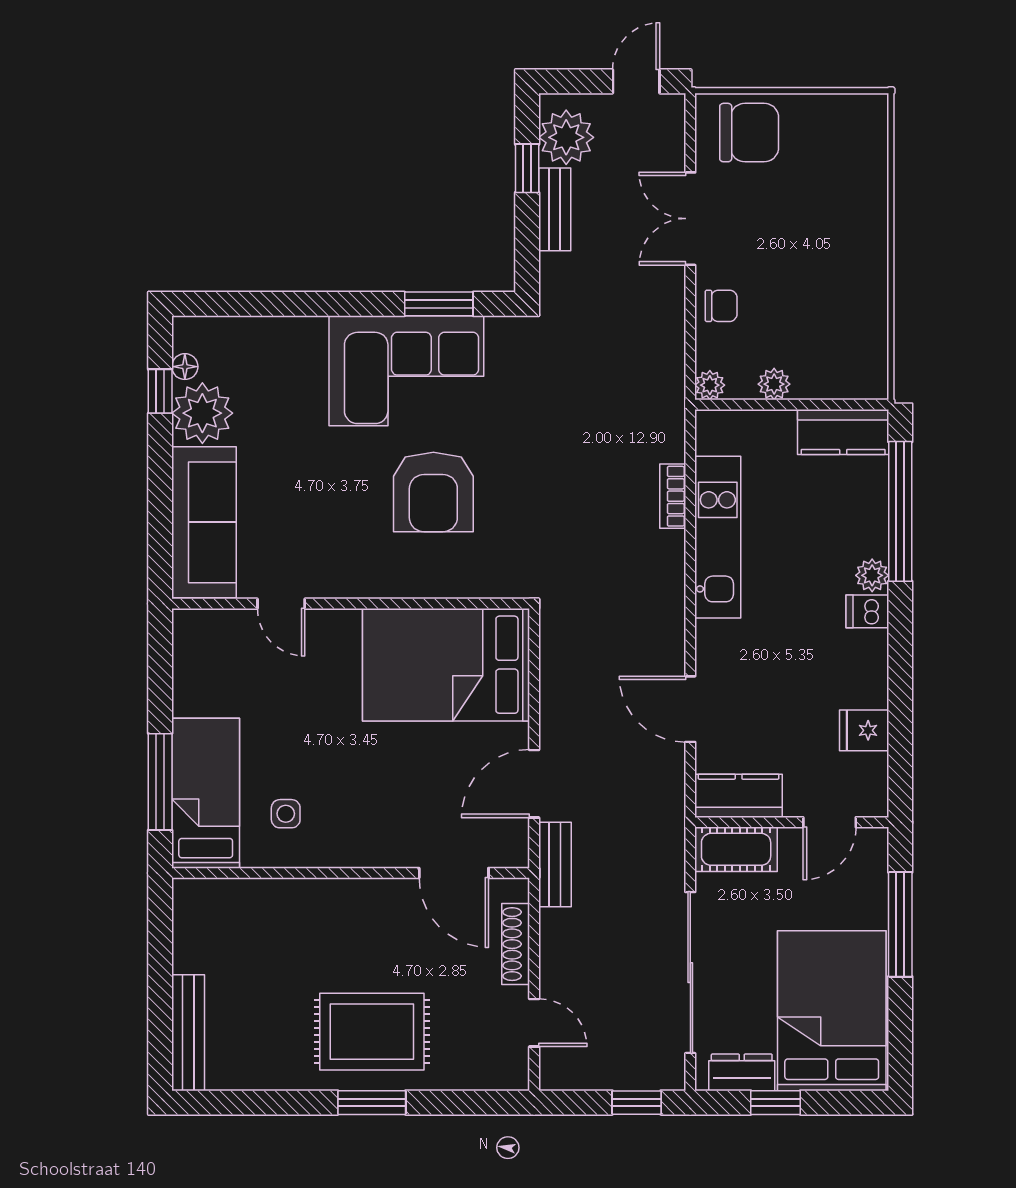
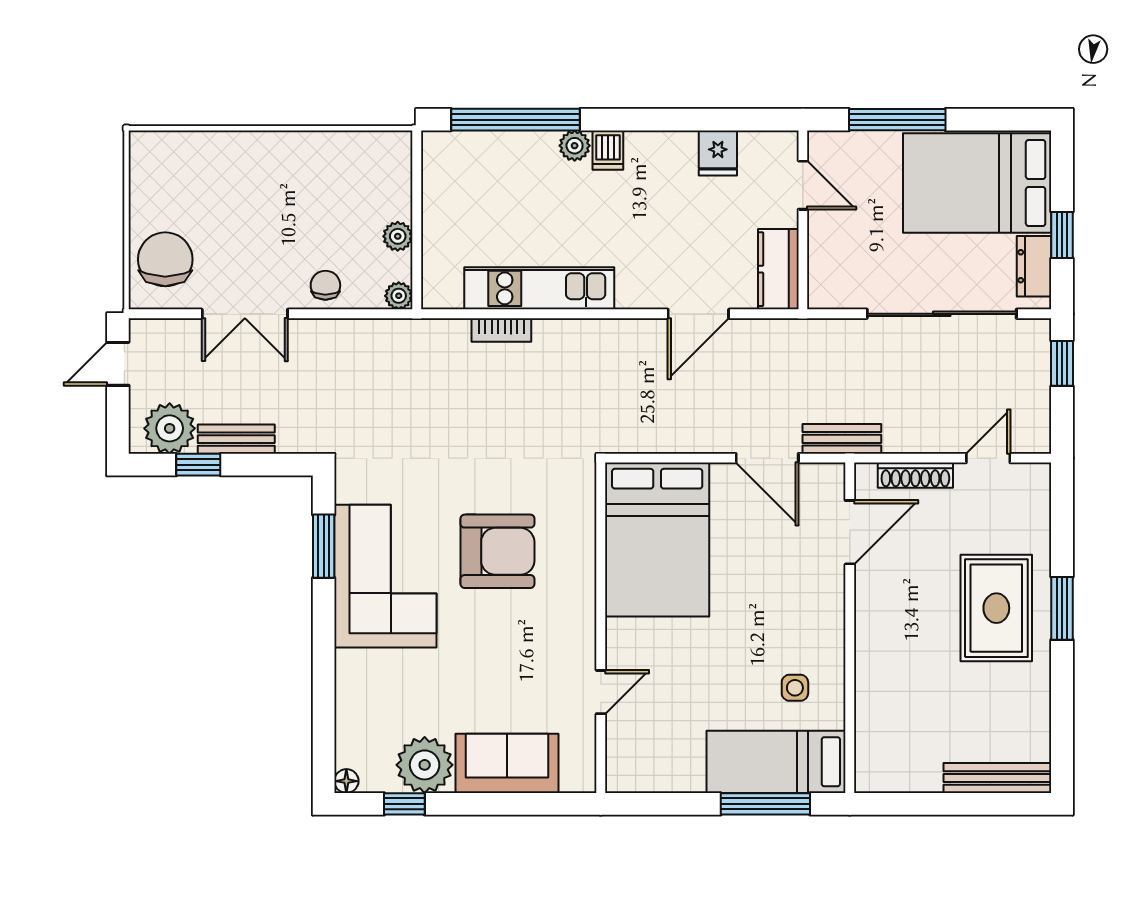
door: (636, 81) -> (118, 364), hinge flipped
floor lamp: (185, 367) -> (346, 781), moved
kitchen counter: (843, 432) -> (442, 172), removed
sofa: (204, 522) -> (507, 763), width x0.73
cot: (736, 849) -> (828, 271), removed

